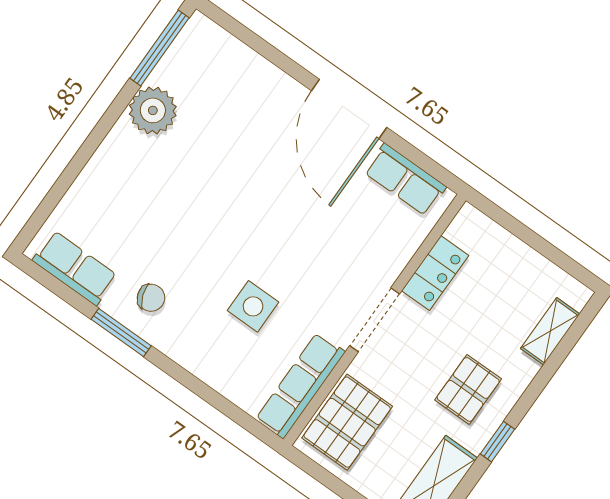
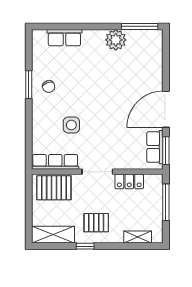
window: (426, 164) -> (166, 151), added
window: (523, 232) -> (166, 202), added
row of seats: (75, 268) -> (64, 38), moved, turned 90

